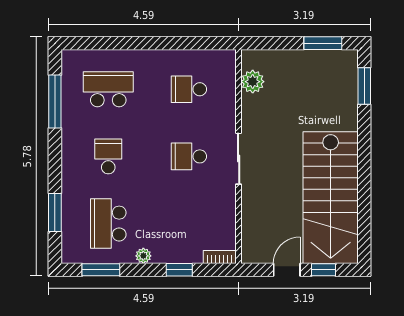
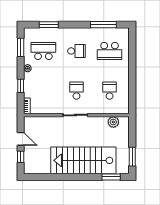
school desk: (108, 89) -> (110, 51), turned 90
stairs: (331, 198) -> (83, 160), moved

